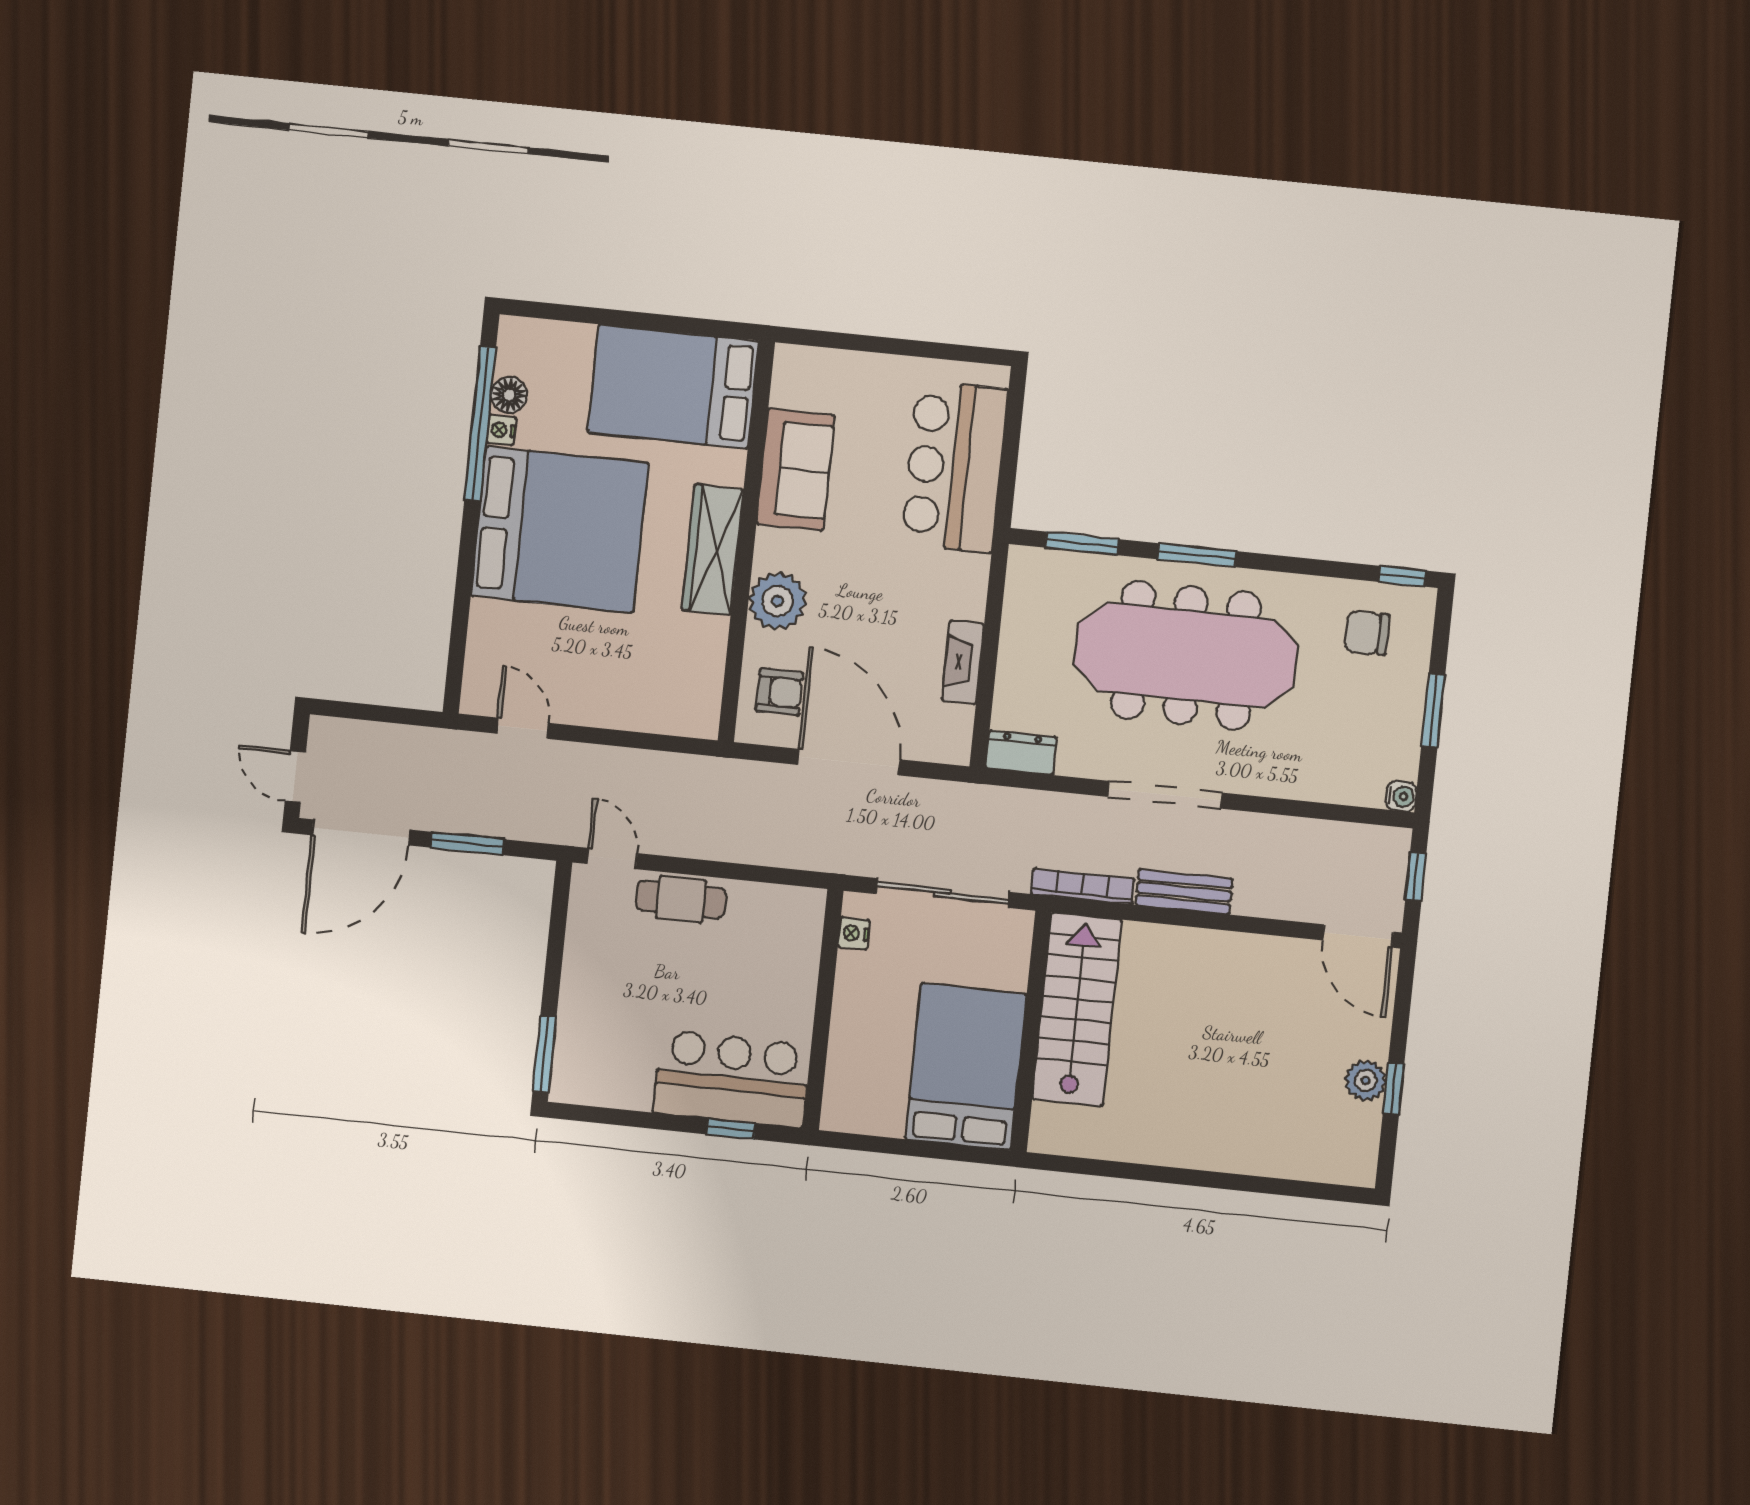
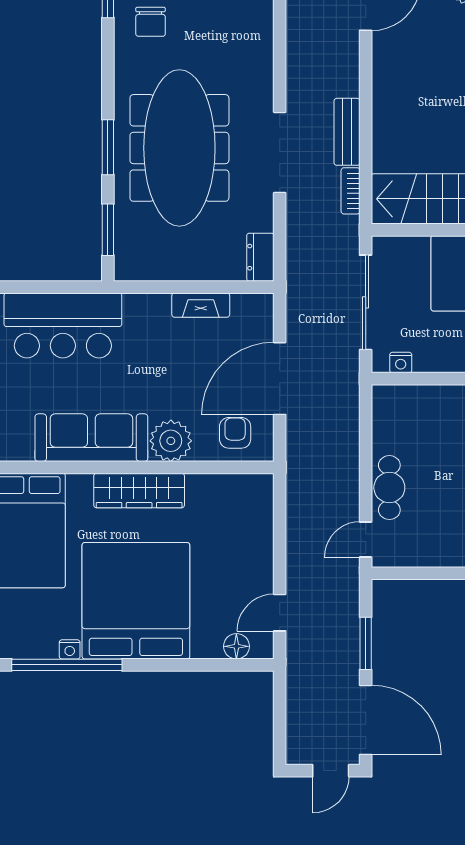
floor lamp: (509, 395) -> (236, 646), moved
sofa: (796, 470) -> (91, 438), width x1.36
bookcase: (1083, 886) -> (351, 191), width x0.64

